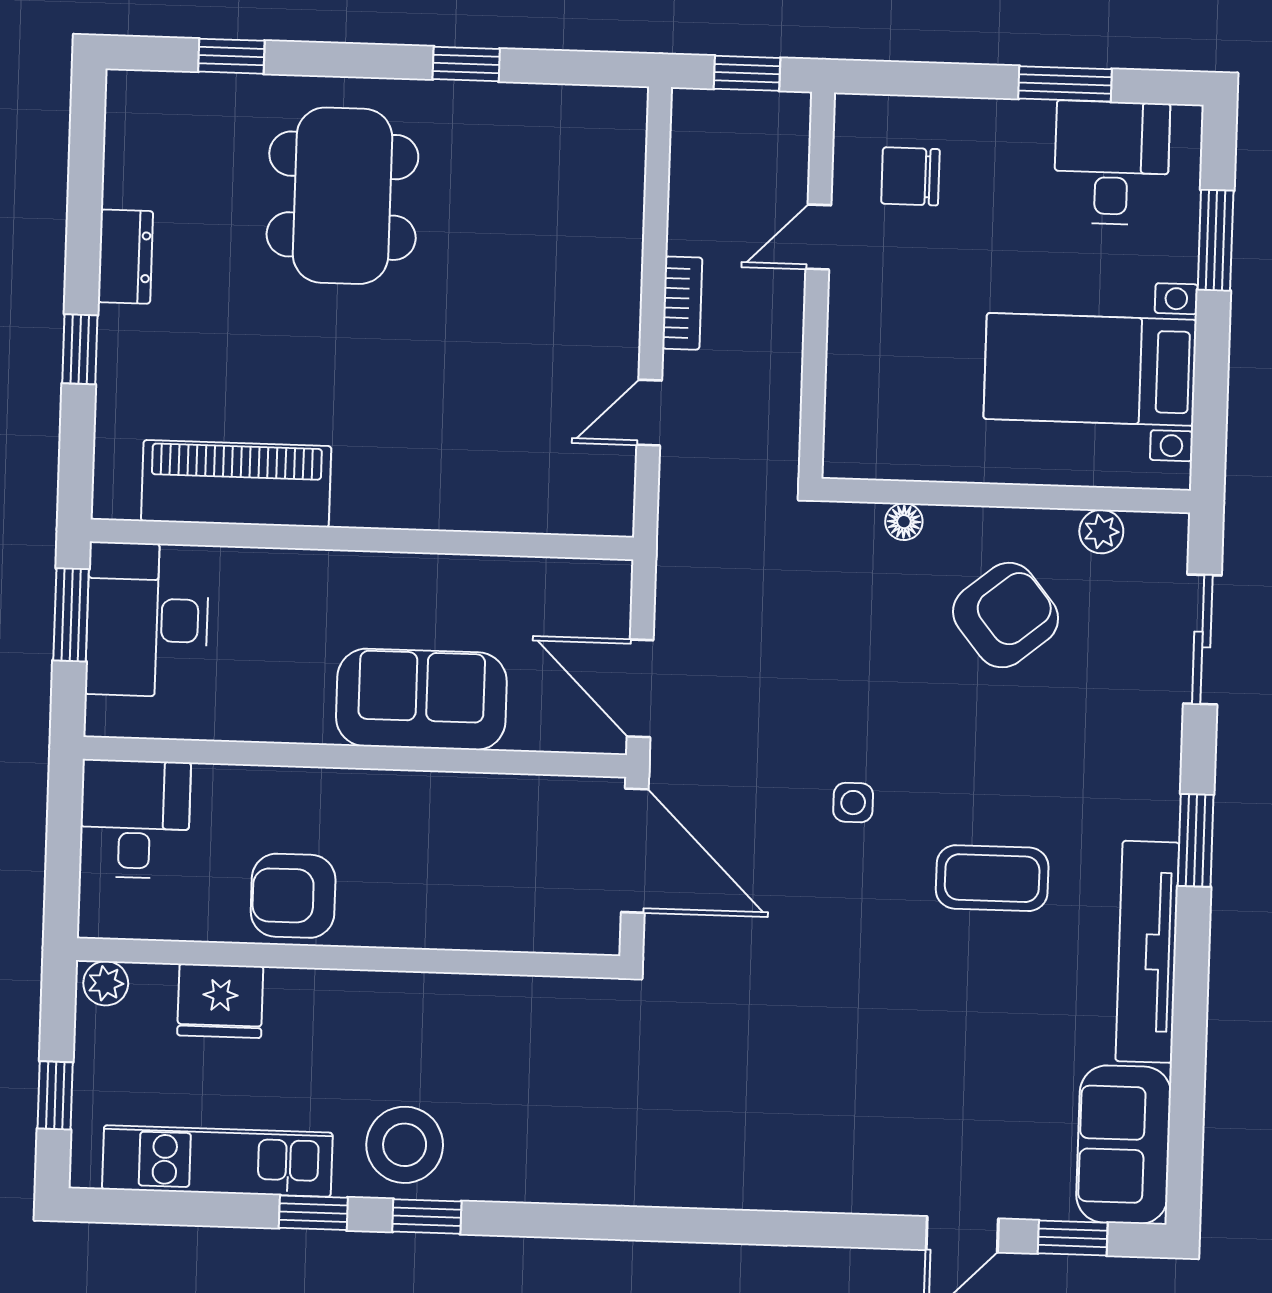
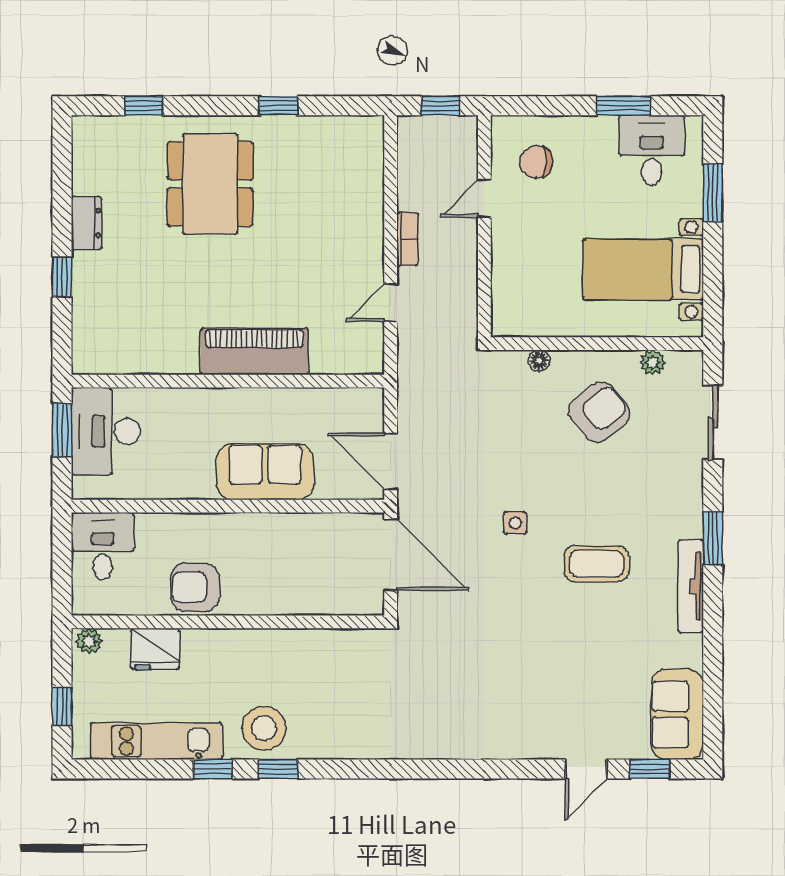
piano: (236, 484) -> (254, 351), moved
tv unit: (1147, 952) -> (691, 586), width x0.73, depth x0.78

